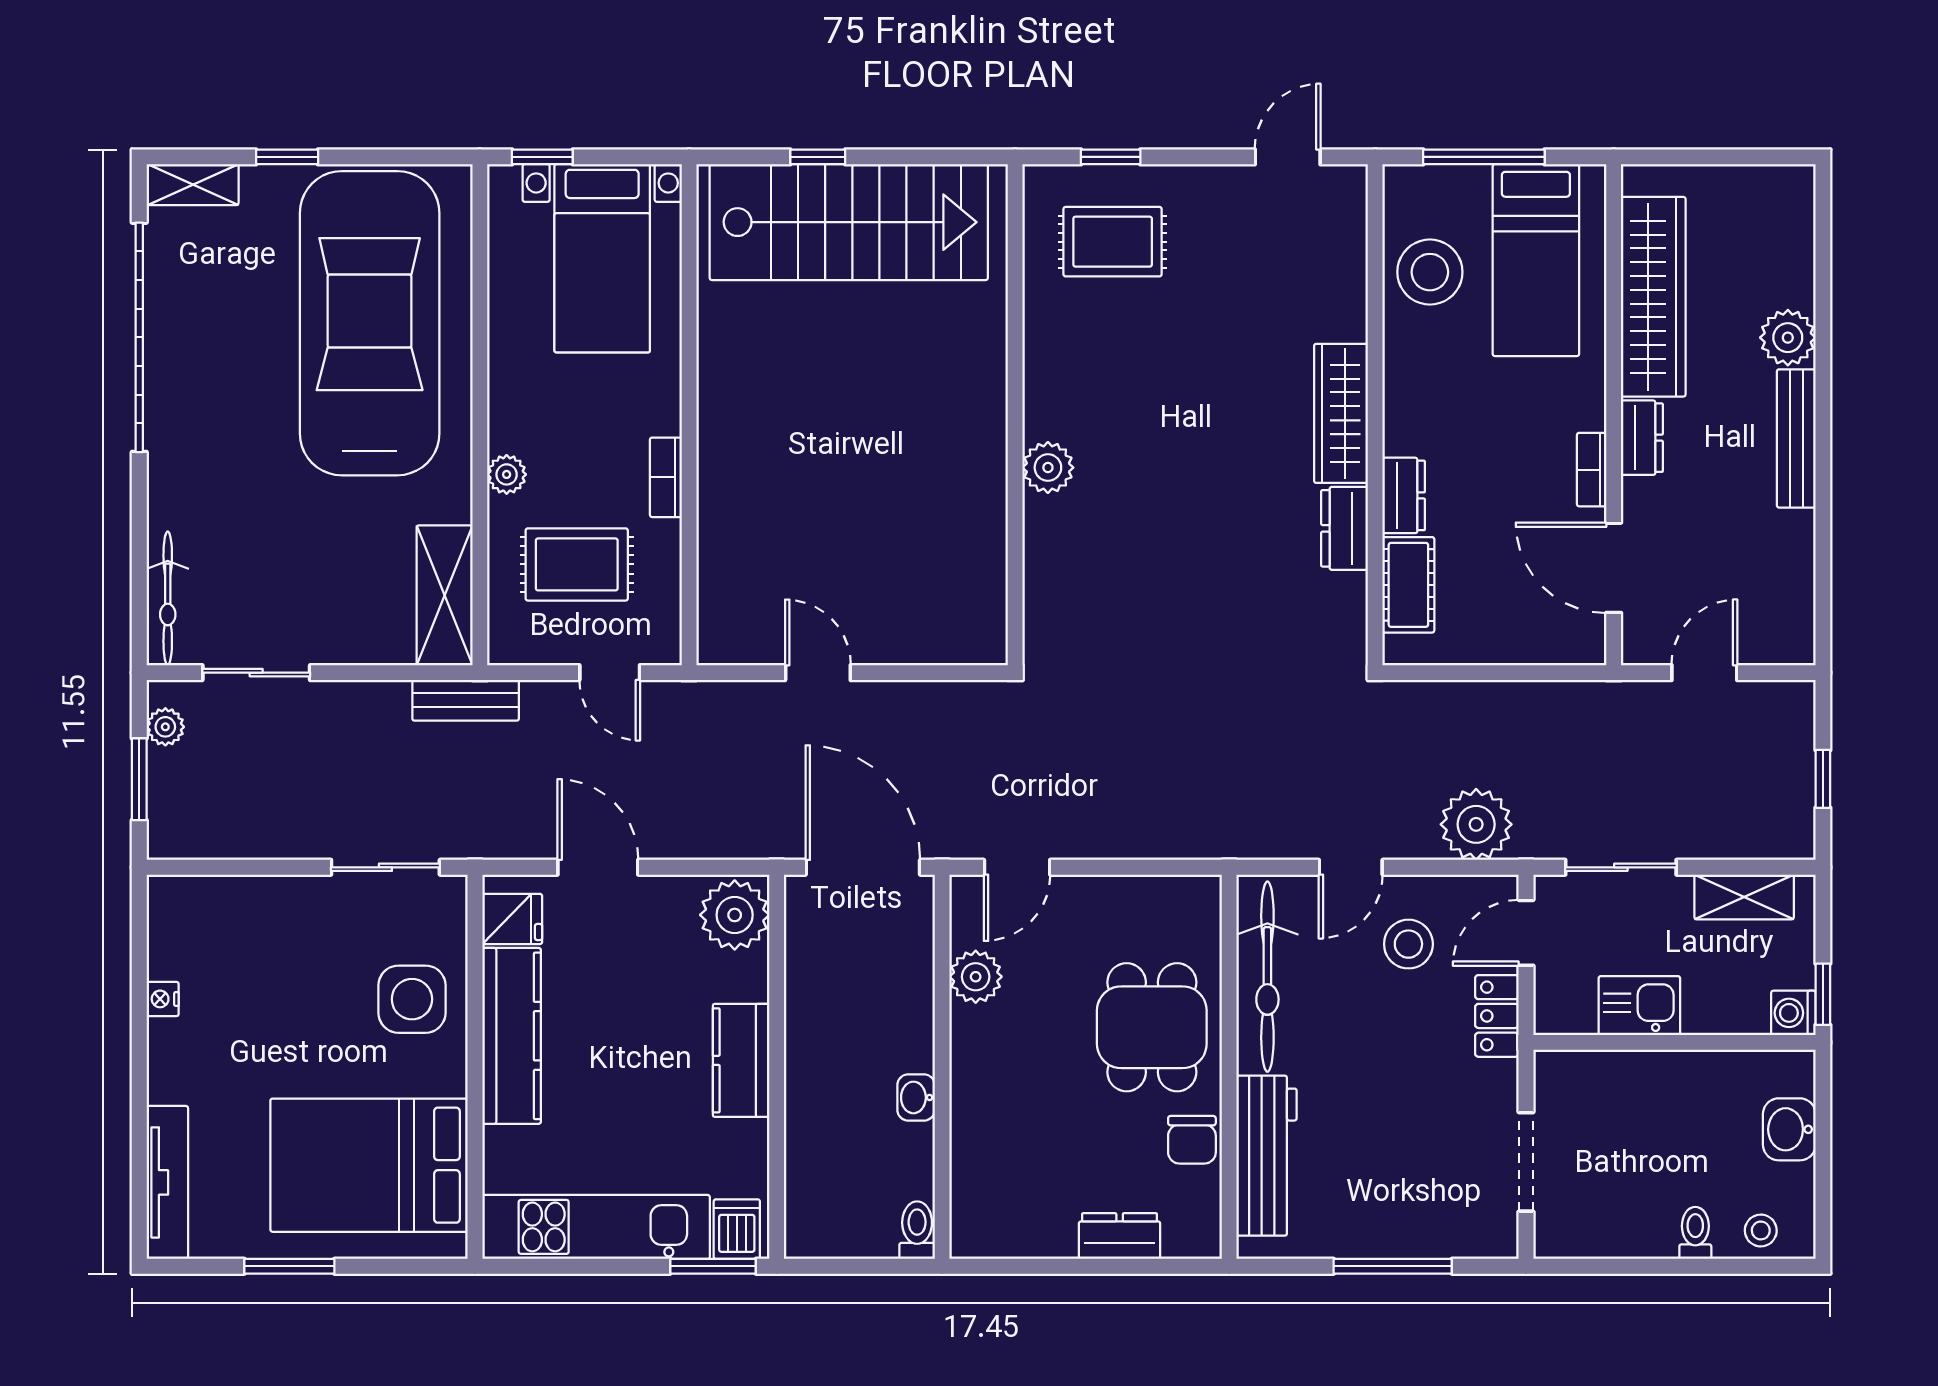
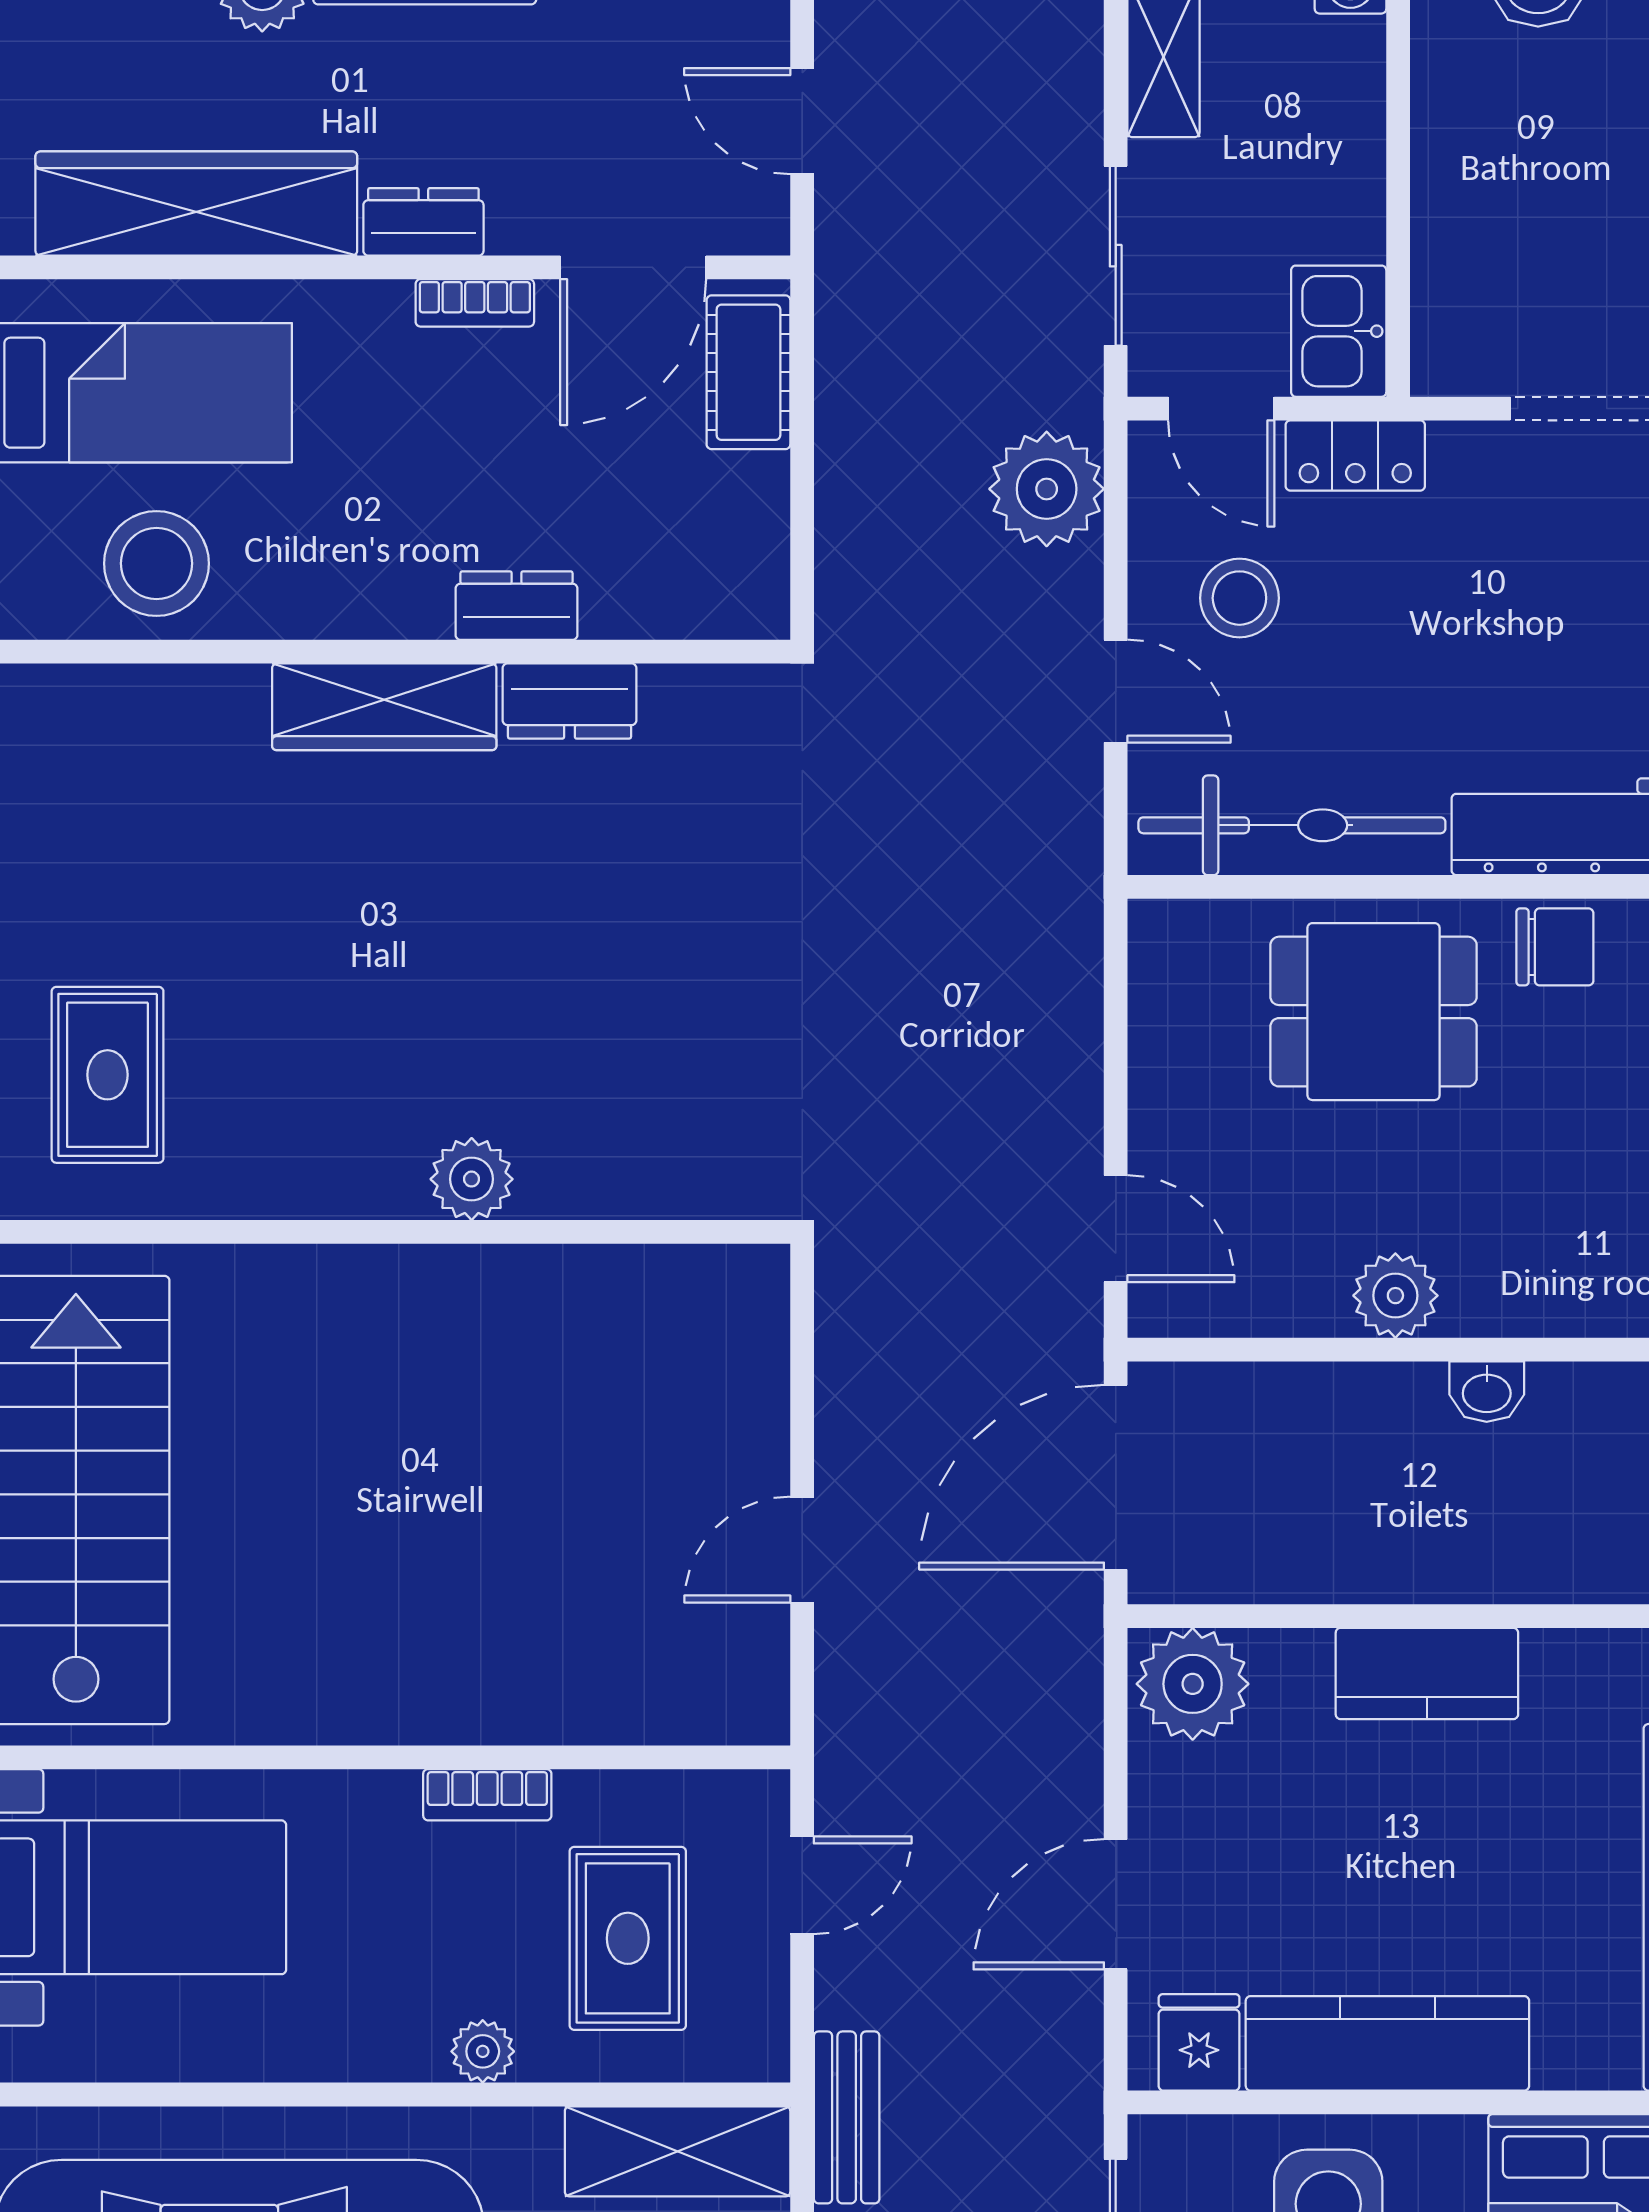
cot: (1408, 585) -> (748, 372), moved, turned 90
plant: (976, 977) -> (1395, 1296), moved
kitchen sink: (1639, 1006) -> (1339, 331), moved

